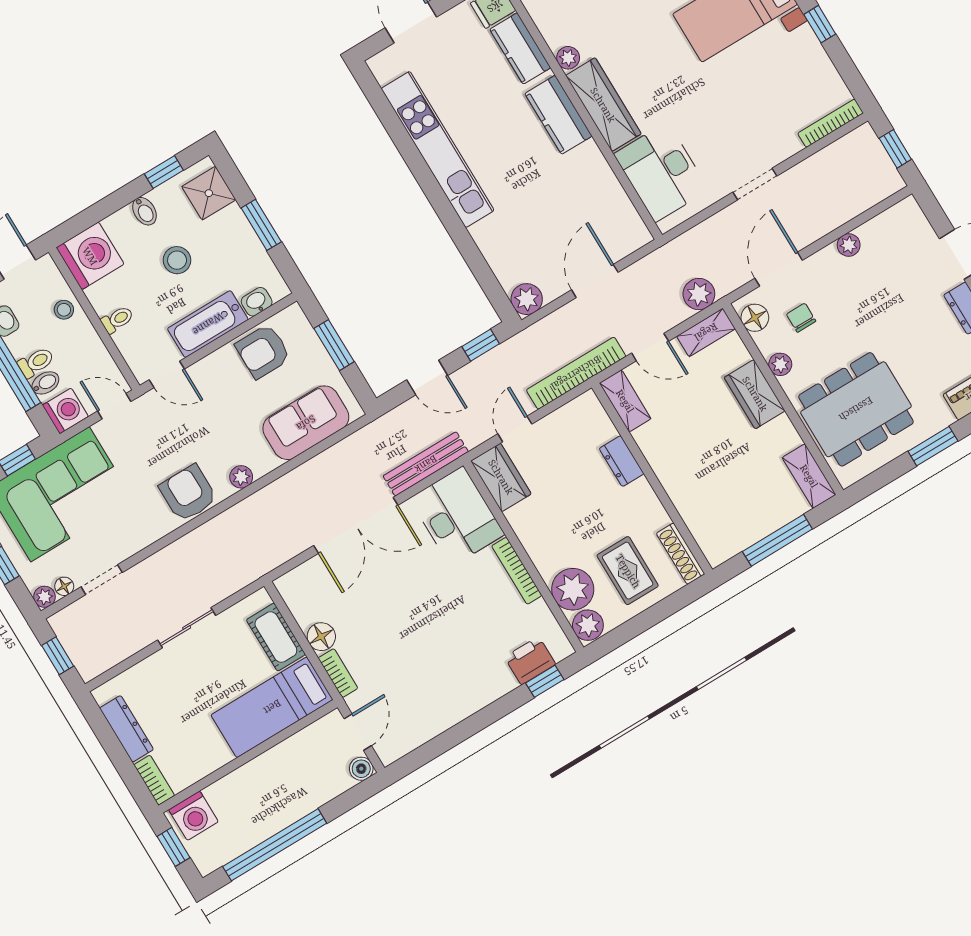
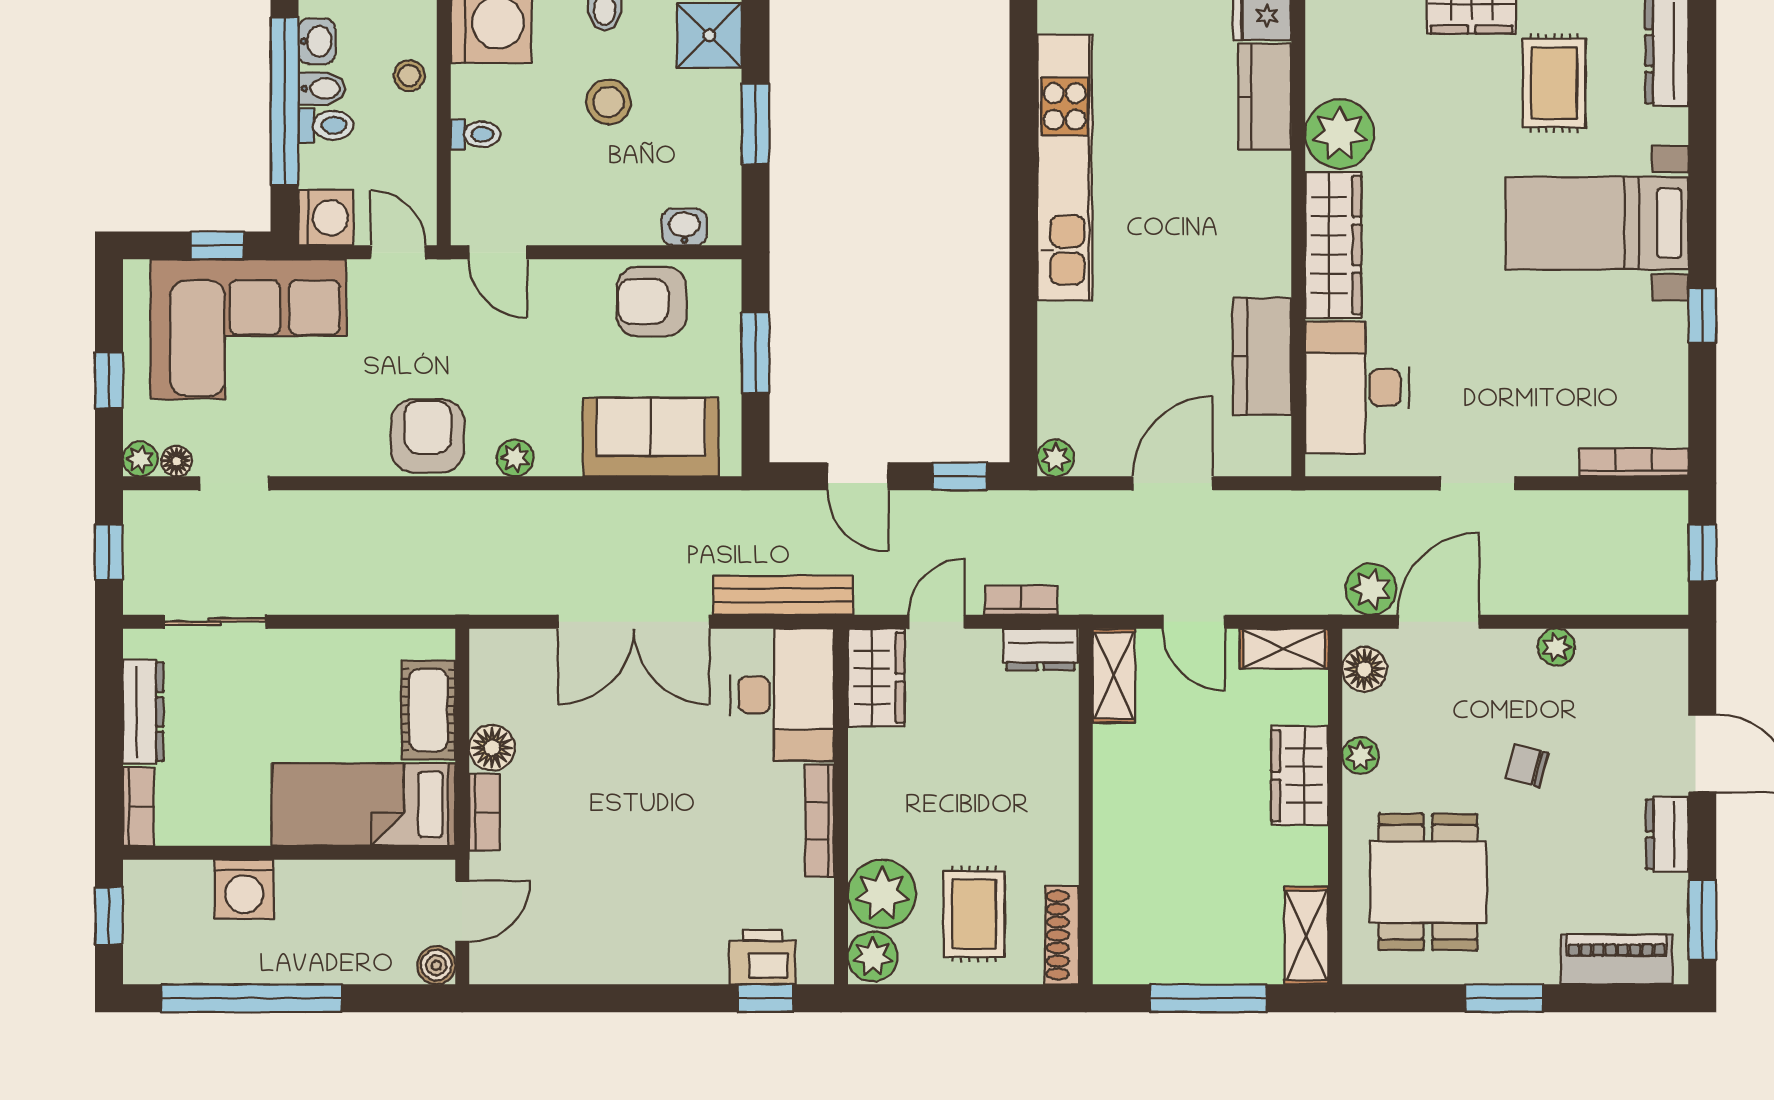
plant: (568, 58) -> (1340, 134), width x1.88, depth x1.88
kitchen counter: (558, 115) -> (1262, 356), moved
plant: (699, 294) -> (1371, 589), moved
plant: (527, 299) -> (1056, 458), width x0.73, depth x0.73
chair: (801, 318) -> (1527, 765), moved, turned -75
bathtub: (208, 324) -> (598, 217), removed
bookcase: (576, 373) -> (1021, 600), width x0.43, depth x0.76
bidet: (45, 383) -> (322, 89), moved
dining table: (856, 409) -> (1428, 882), width x0.73
dresser: (622, 461) -> (1040, 649), moved, turned -90
sliding door: (187, 628) -> (215, 622), moved
washing machine: (193, 816) -> (244, 889), moved

